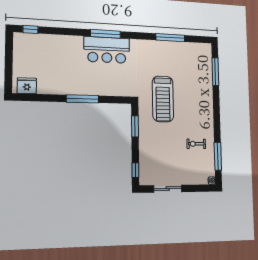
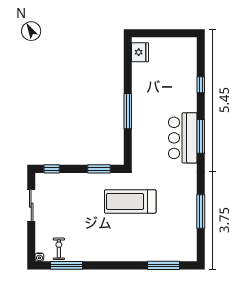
window: (30, 29) -> (201, 85), moved
exercise bike: (196, 144) -> (59, 249), moved

